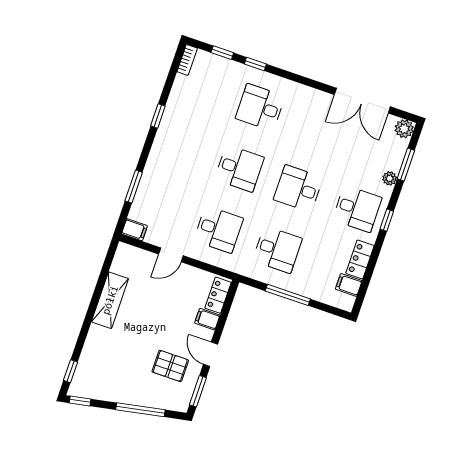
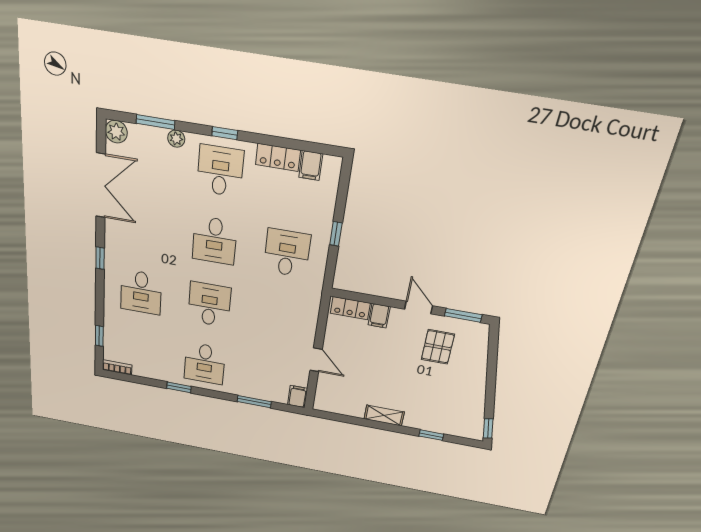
window: (255, 64) -> (100, 258), moved
desk: (218, 229) -> (205, 363), moved, turned 180
window: (288, 295) -> (336, 234), width x0.46
shelving: (110, 300) -> (384, 416), width x0.67, depth x0.75
door: (211, 354) -> (418, 307), swing flipped
window: (70, 371) -> (431, 435), moved
window: (140, 410) -> (492, 371), removed

